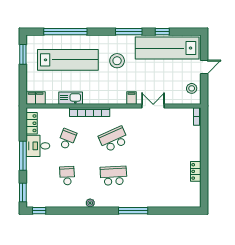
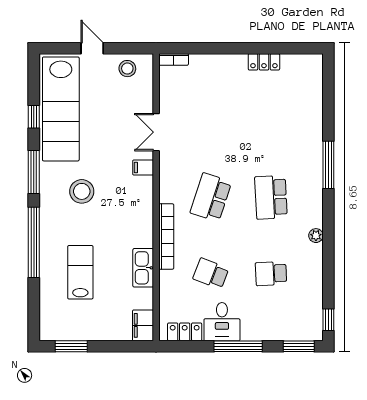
window: (65, 32) -> (34, 242), moved
lab bench: (68, 60) -> (80, 272), width x0.54, depth x0.72
school desk: (113, 139) -> (211, 197), turned 42

